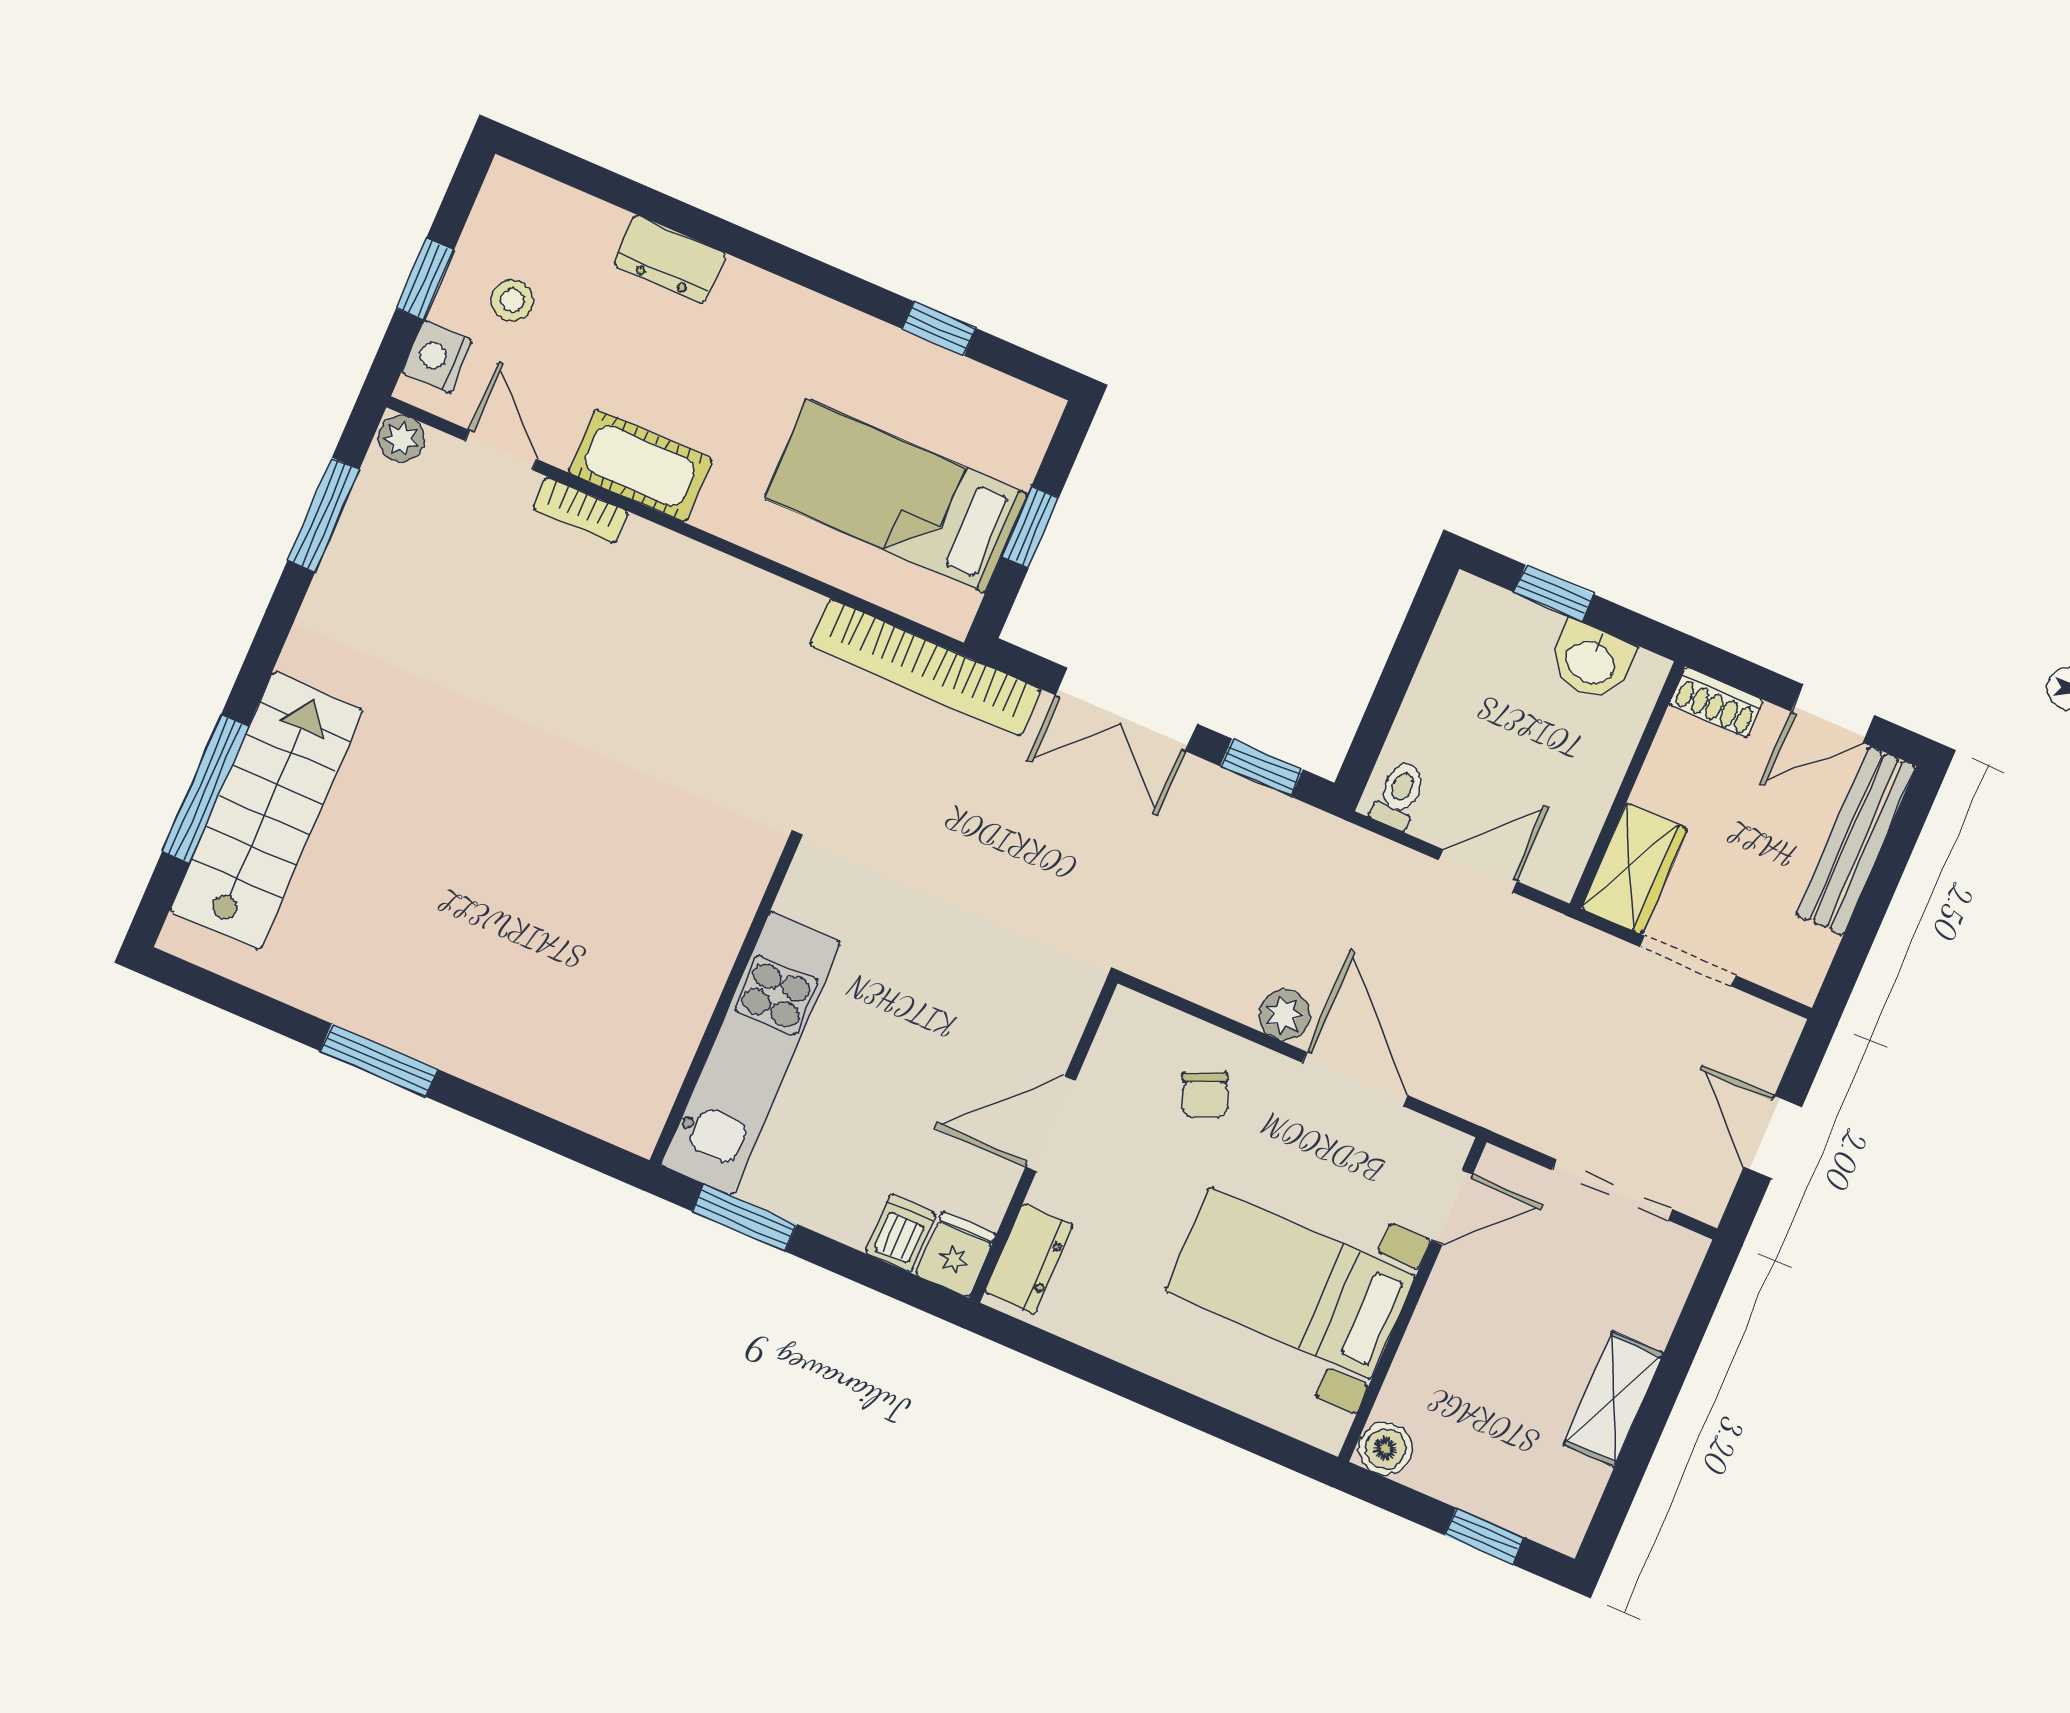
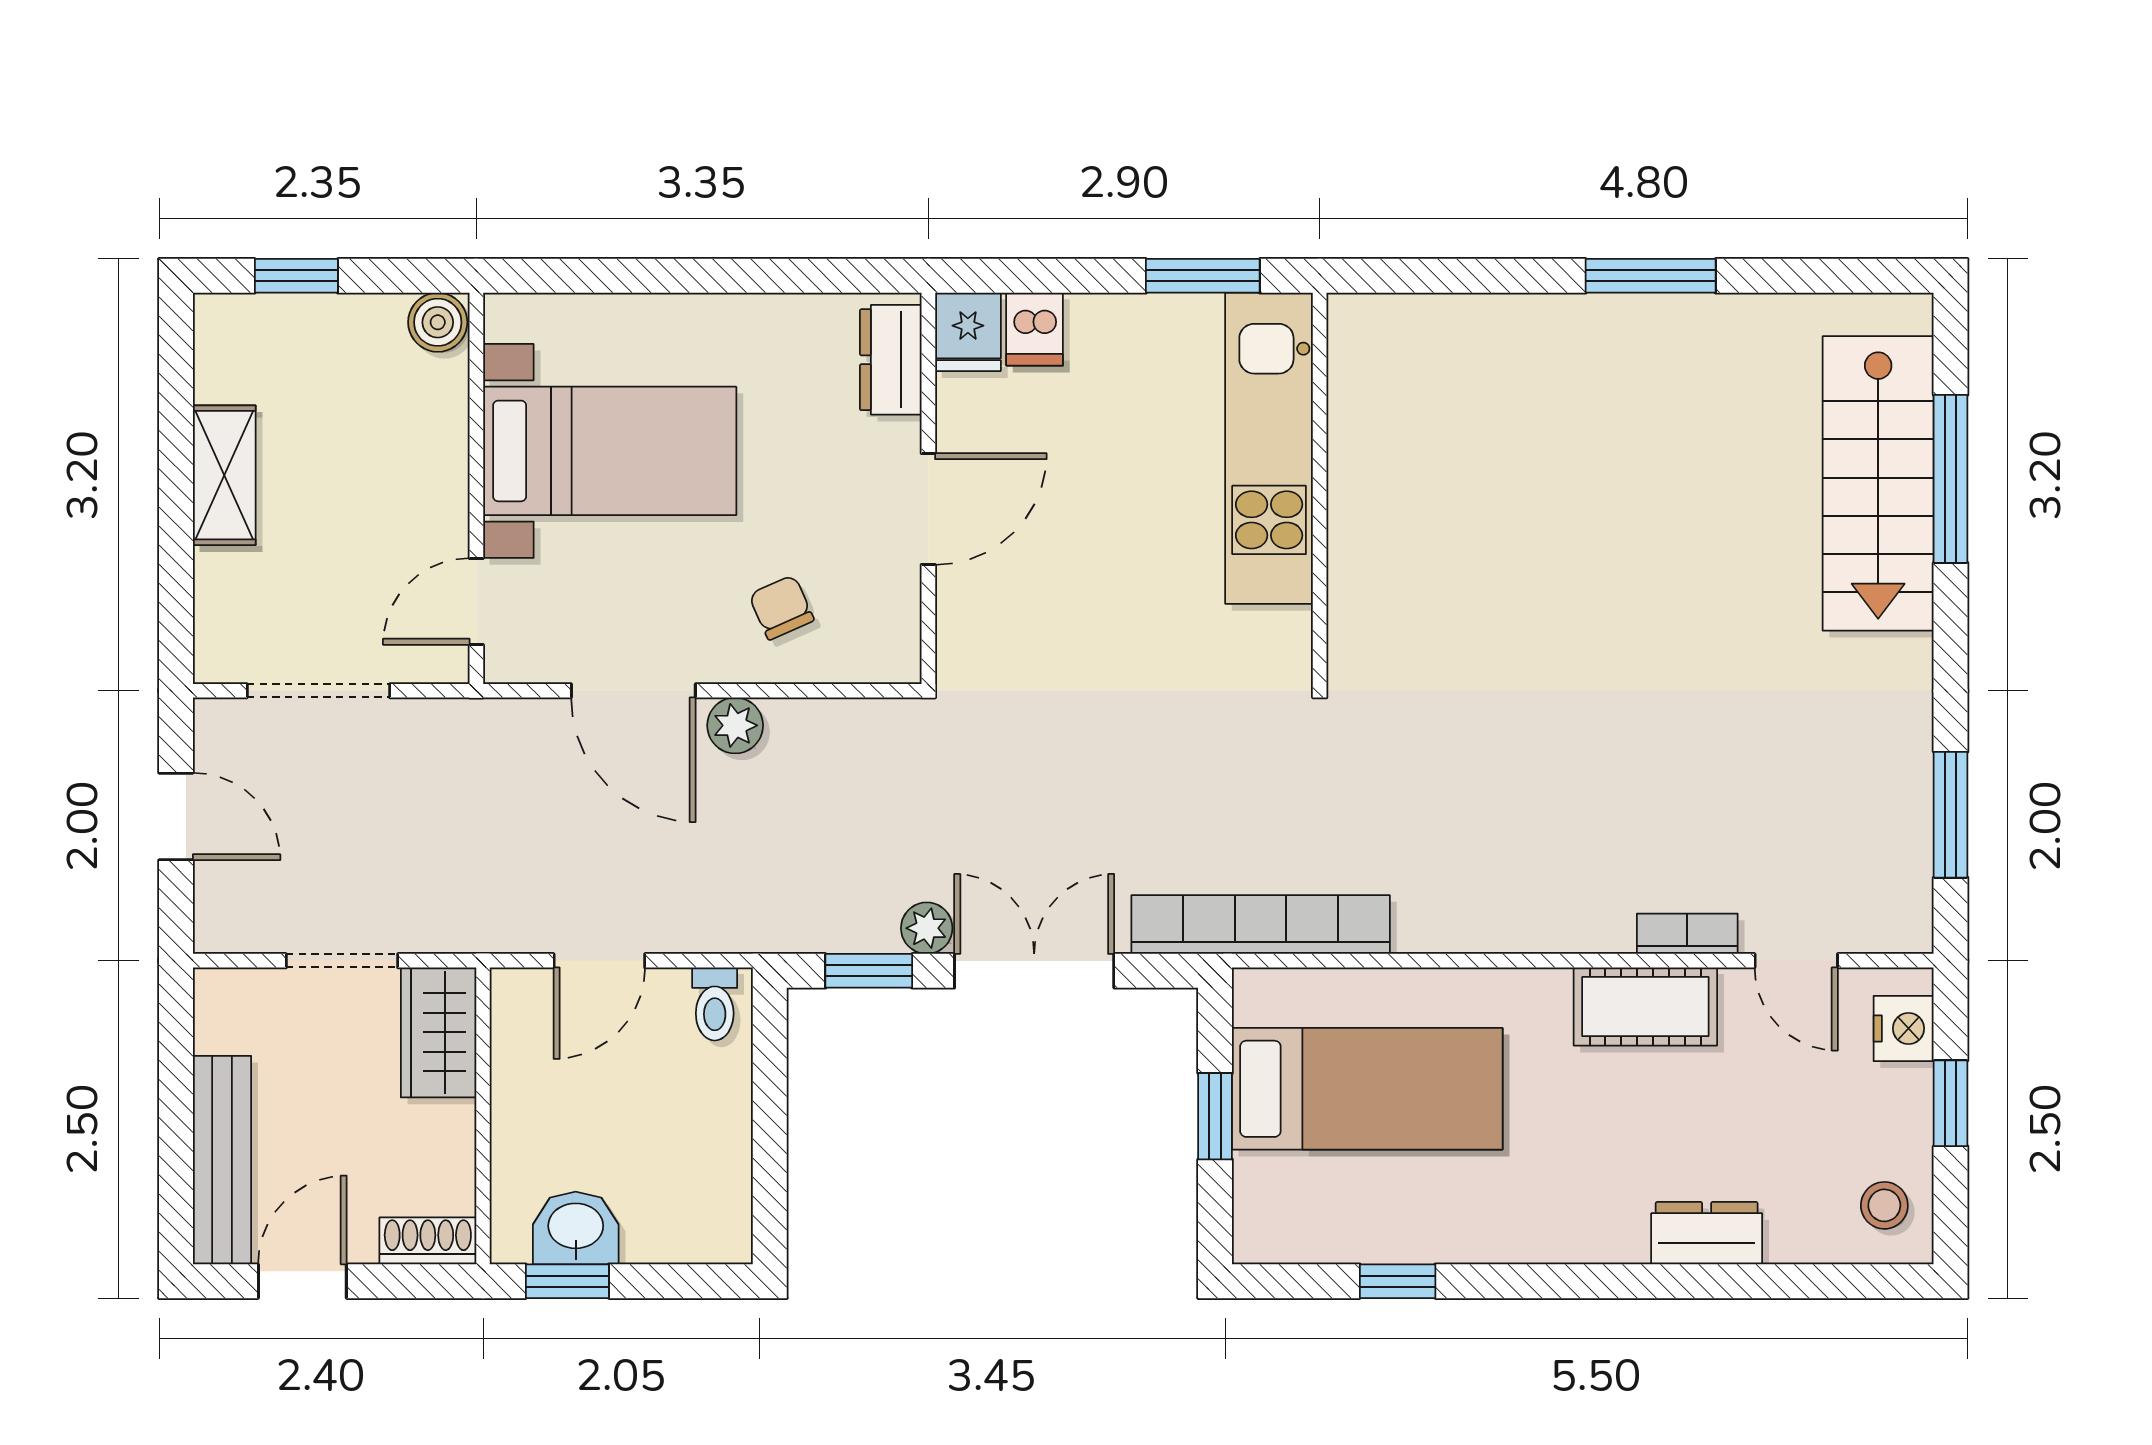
stool: (512, 300) -> (1884, 1205), moved
plant: (401, 439) -> (927, 928), moved
window: (1554, 593) -> (567, 1281), moved

